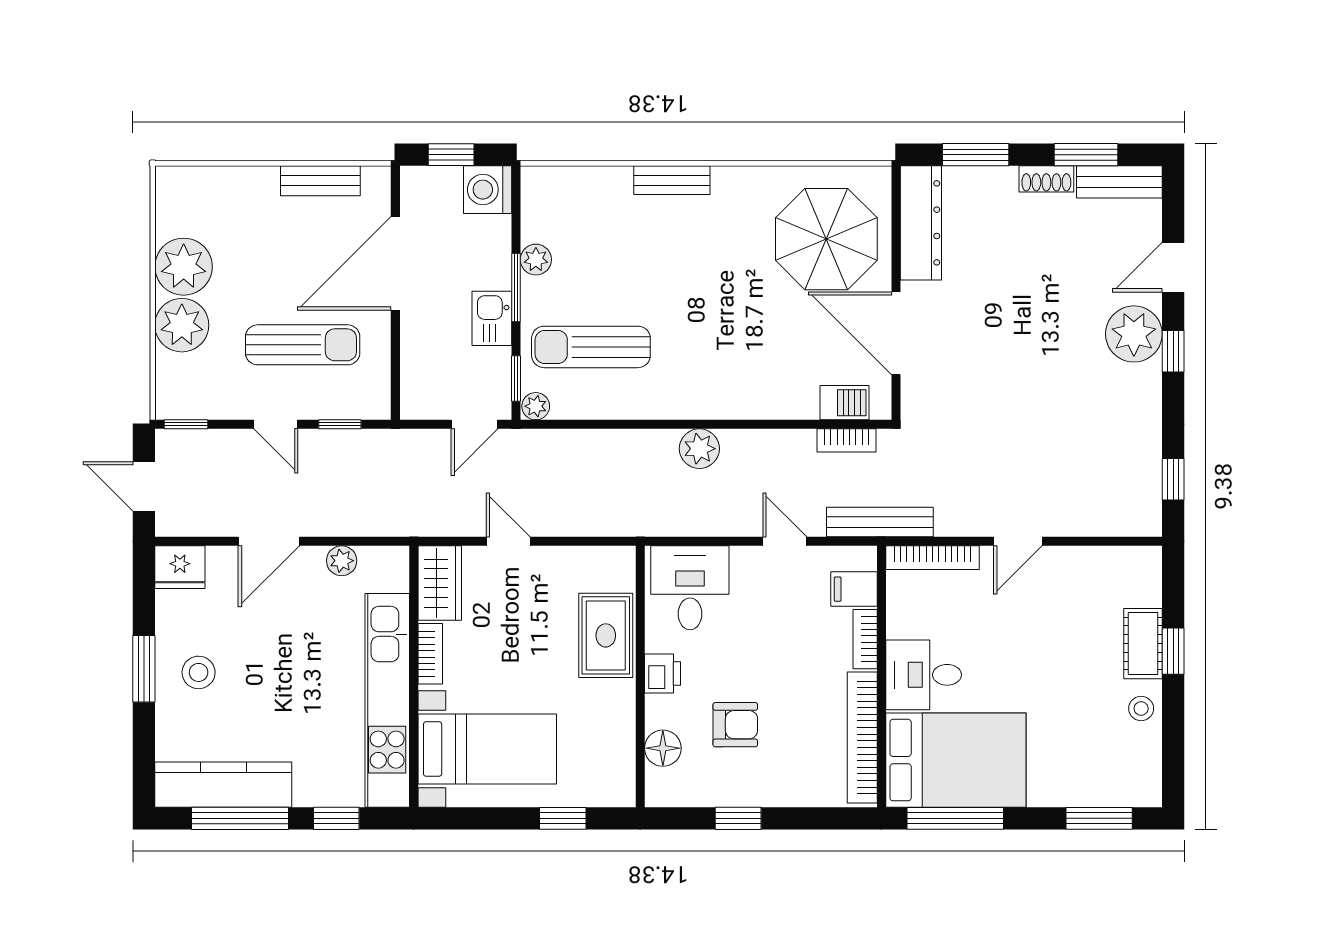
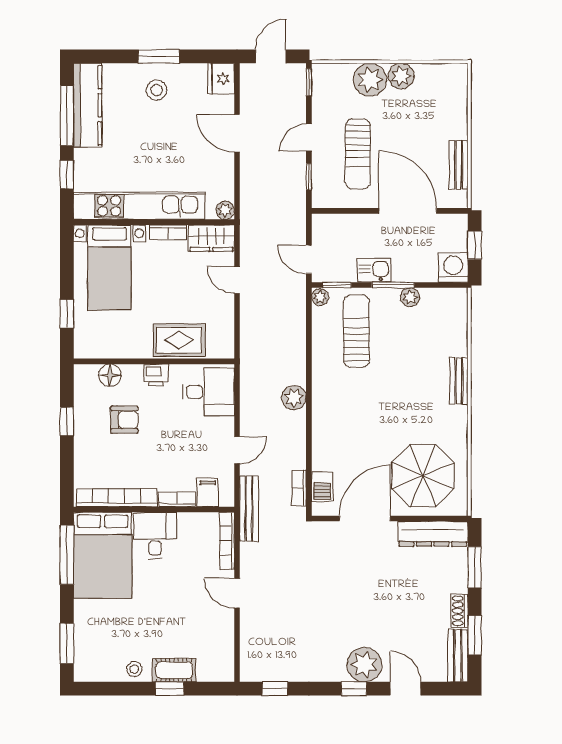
plant: (184, 267) -> (401, 76), width x0.73, depth x0.73
door: (508, 541) -> (237, 280), swing flipped
plant: (342, 561) -> (225, 210), moved
armchair: (735, 725) -> (124, 420), turned -90

